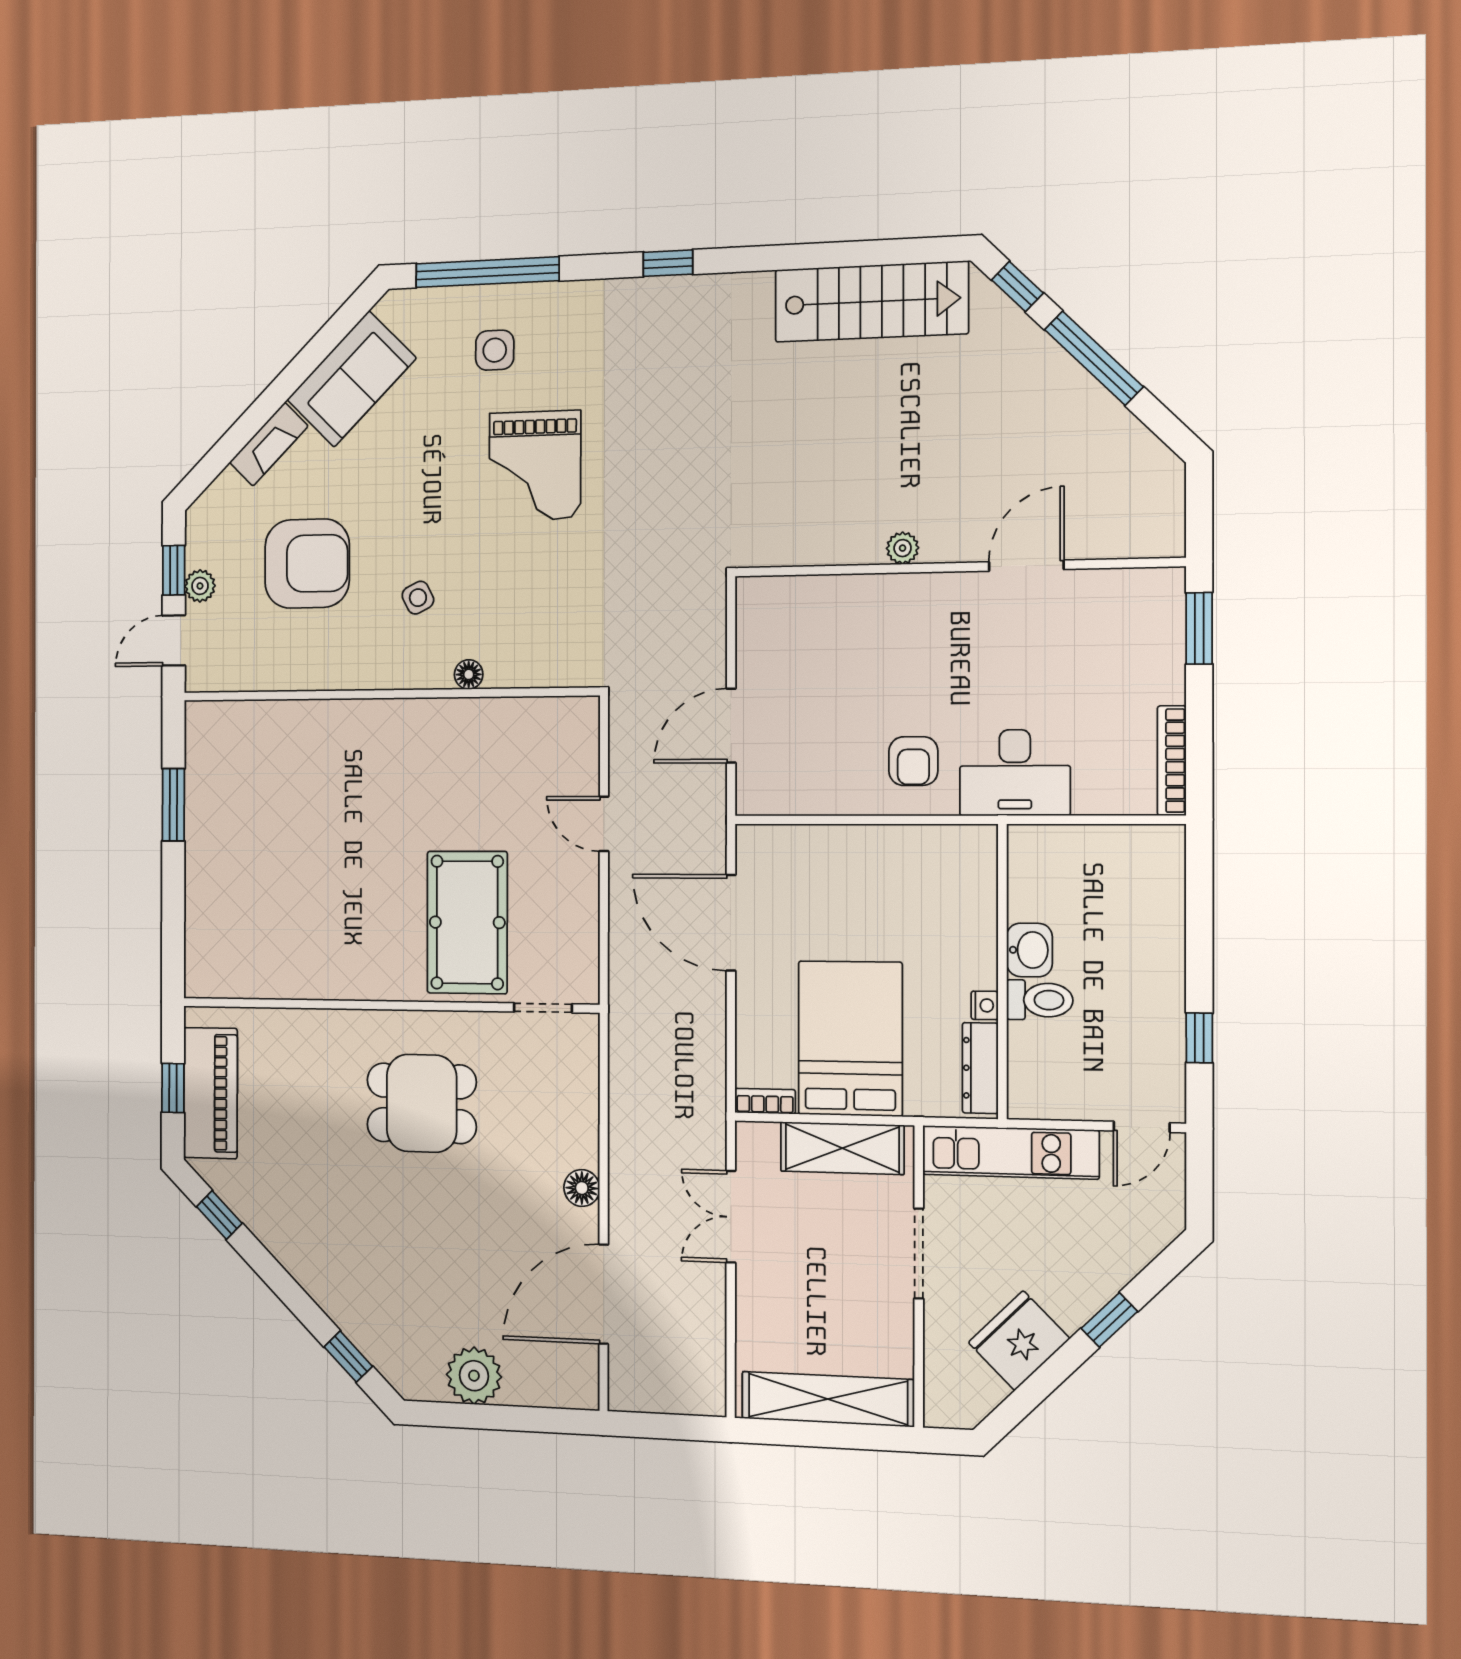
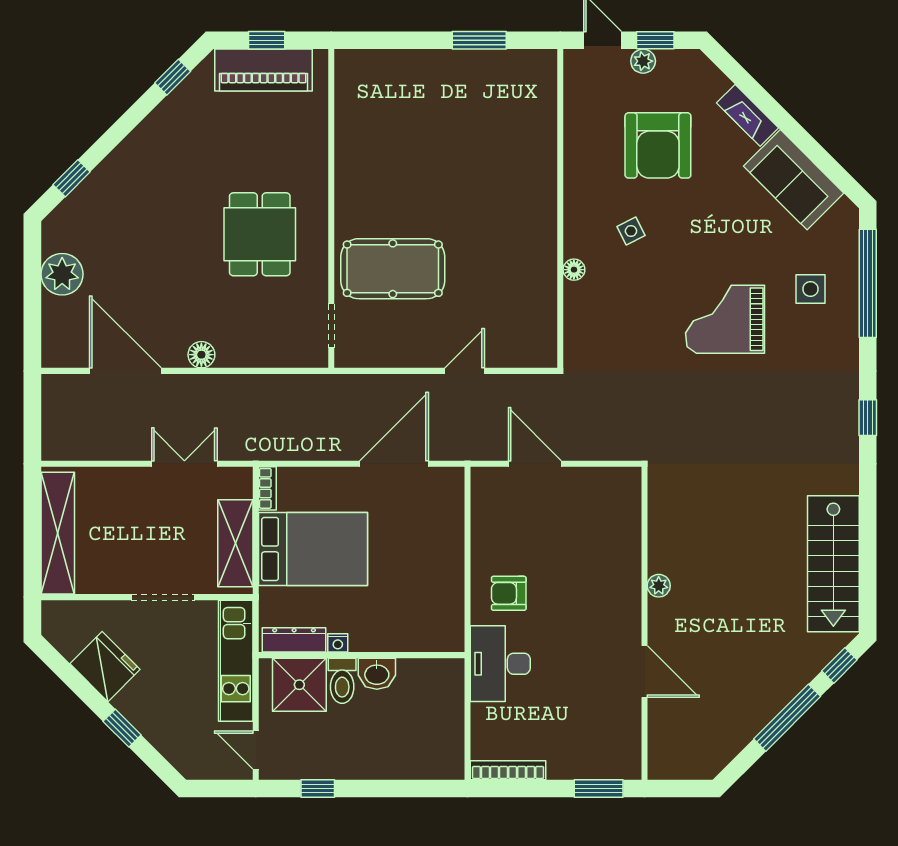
shower: (1046, 1062) -> (299, 685), added

